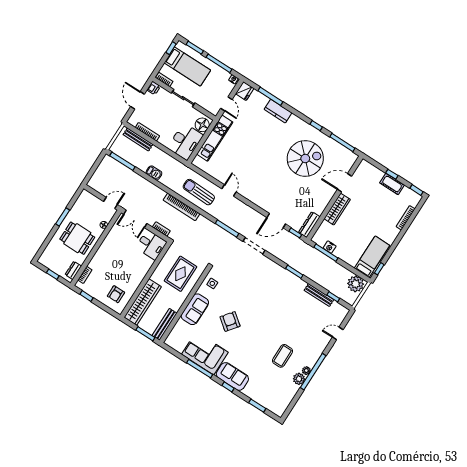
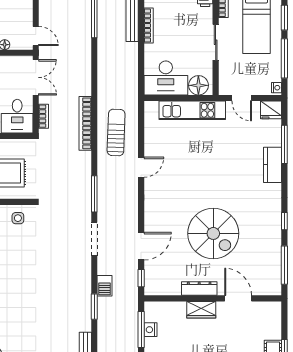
door: (226, 104) -> (242, 98), hinge flipped
spiral stairs: (305, 158) -> (213, 233), moved
barbecue: (154, 173) -> (105, 286), moved
wardrobe: (337, 209) -> (201, 310), width x0.67
double door: (135, 219) -> (36, 77), swing flipped
door: (276, 221) -> (141, 246), swing flipped
dresser: (309, 225) -> (199, 288), moved

